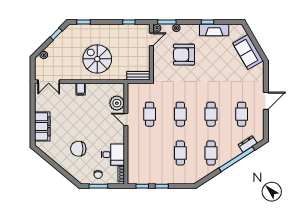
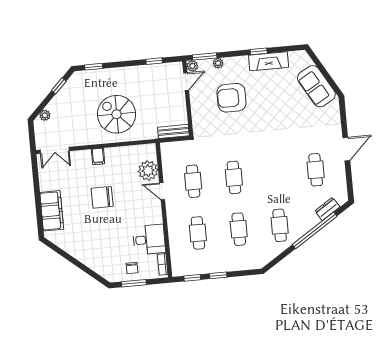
cafe table: (211, 114) -> (198, 233), moved
chair: (78, 149) -> (102, 197), moved

